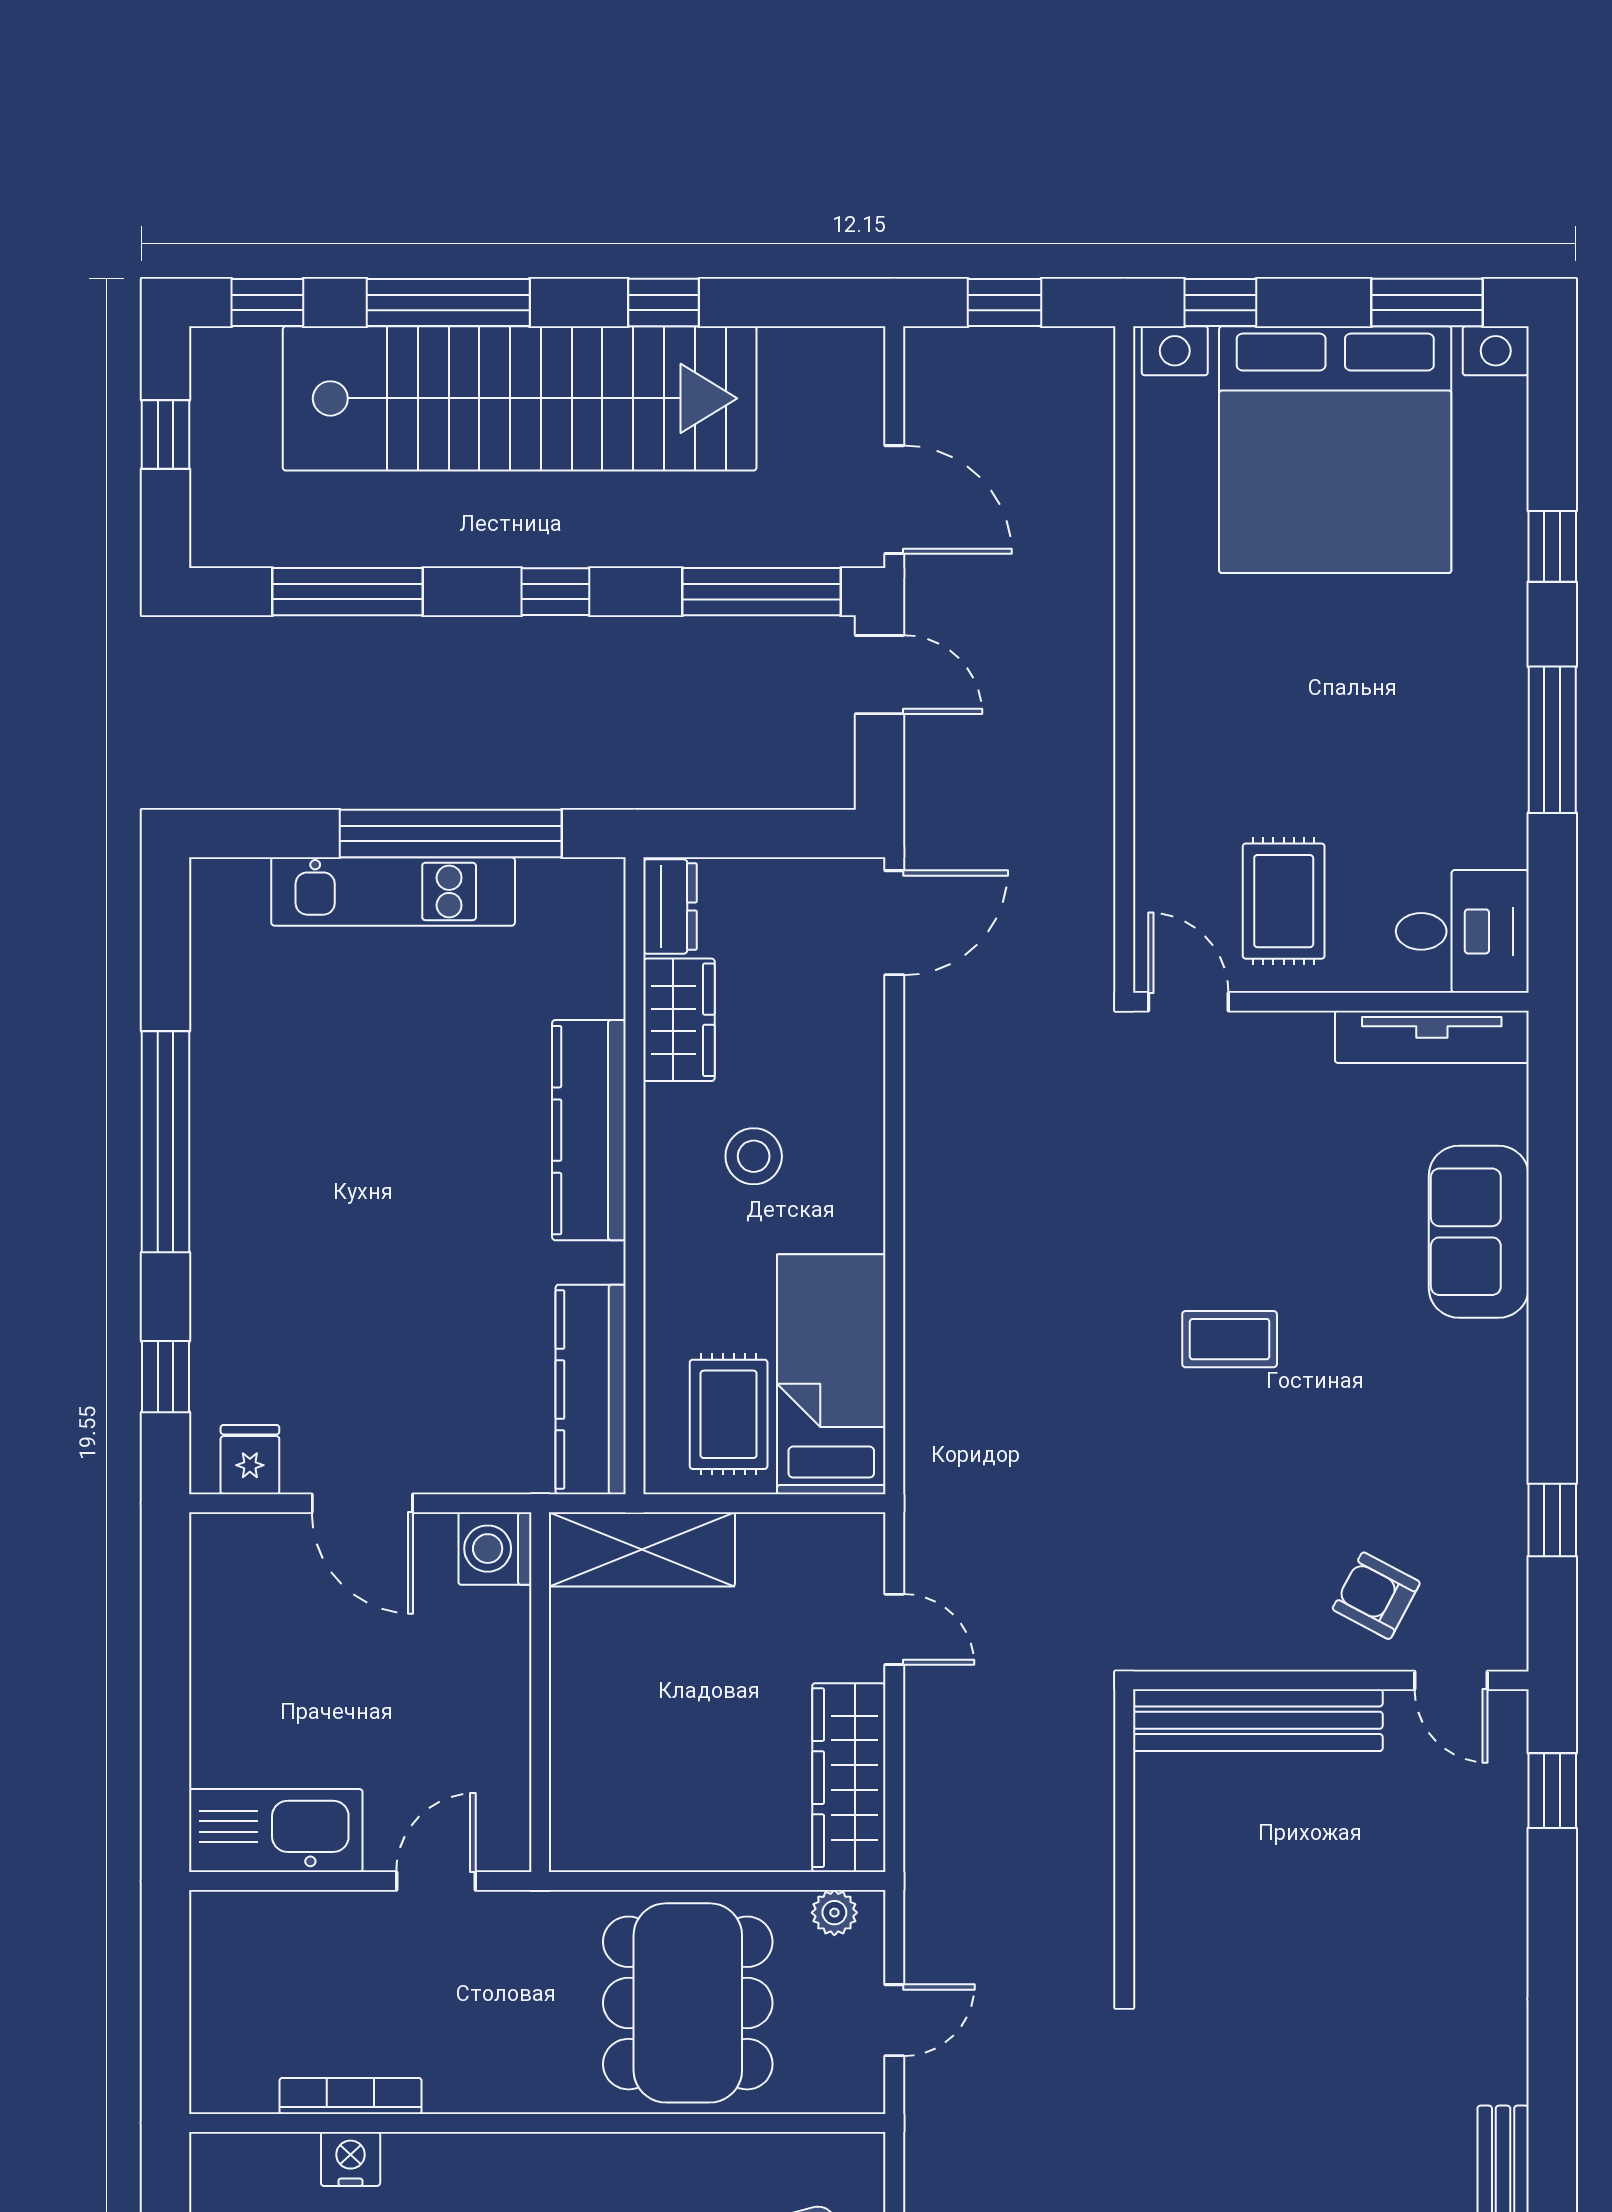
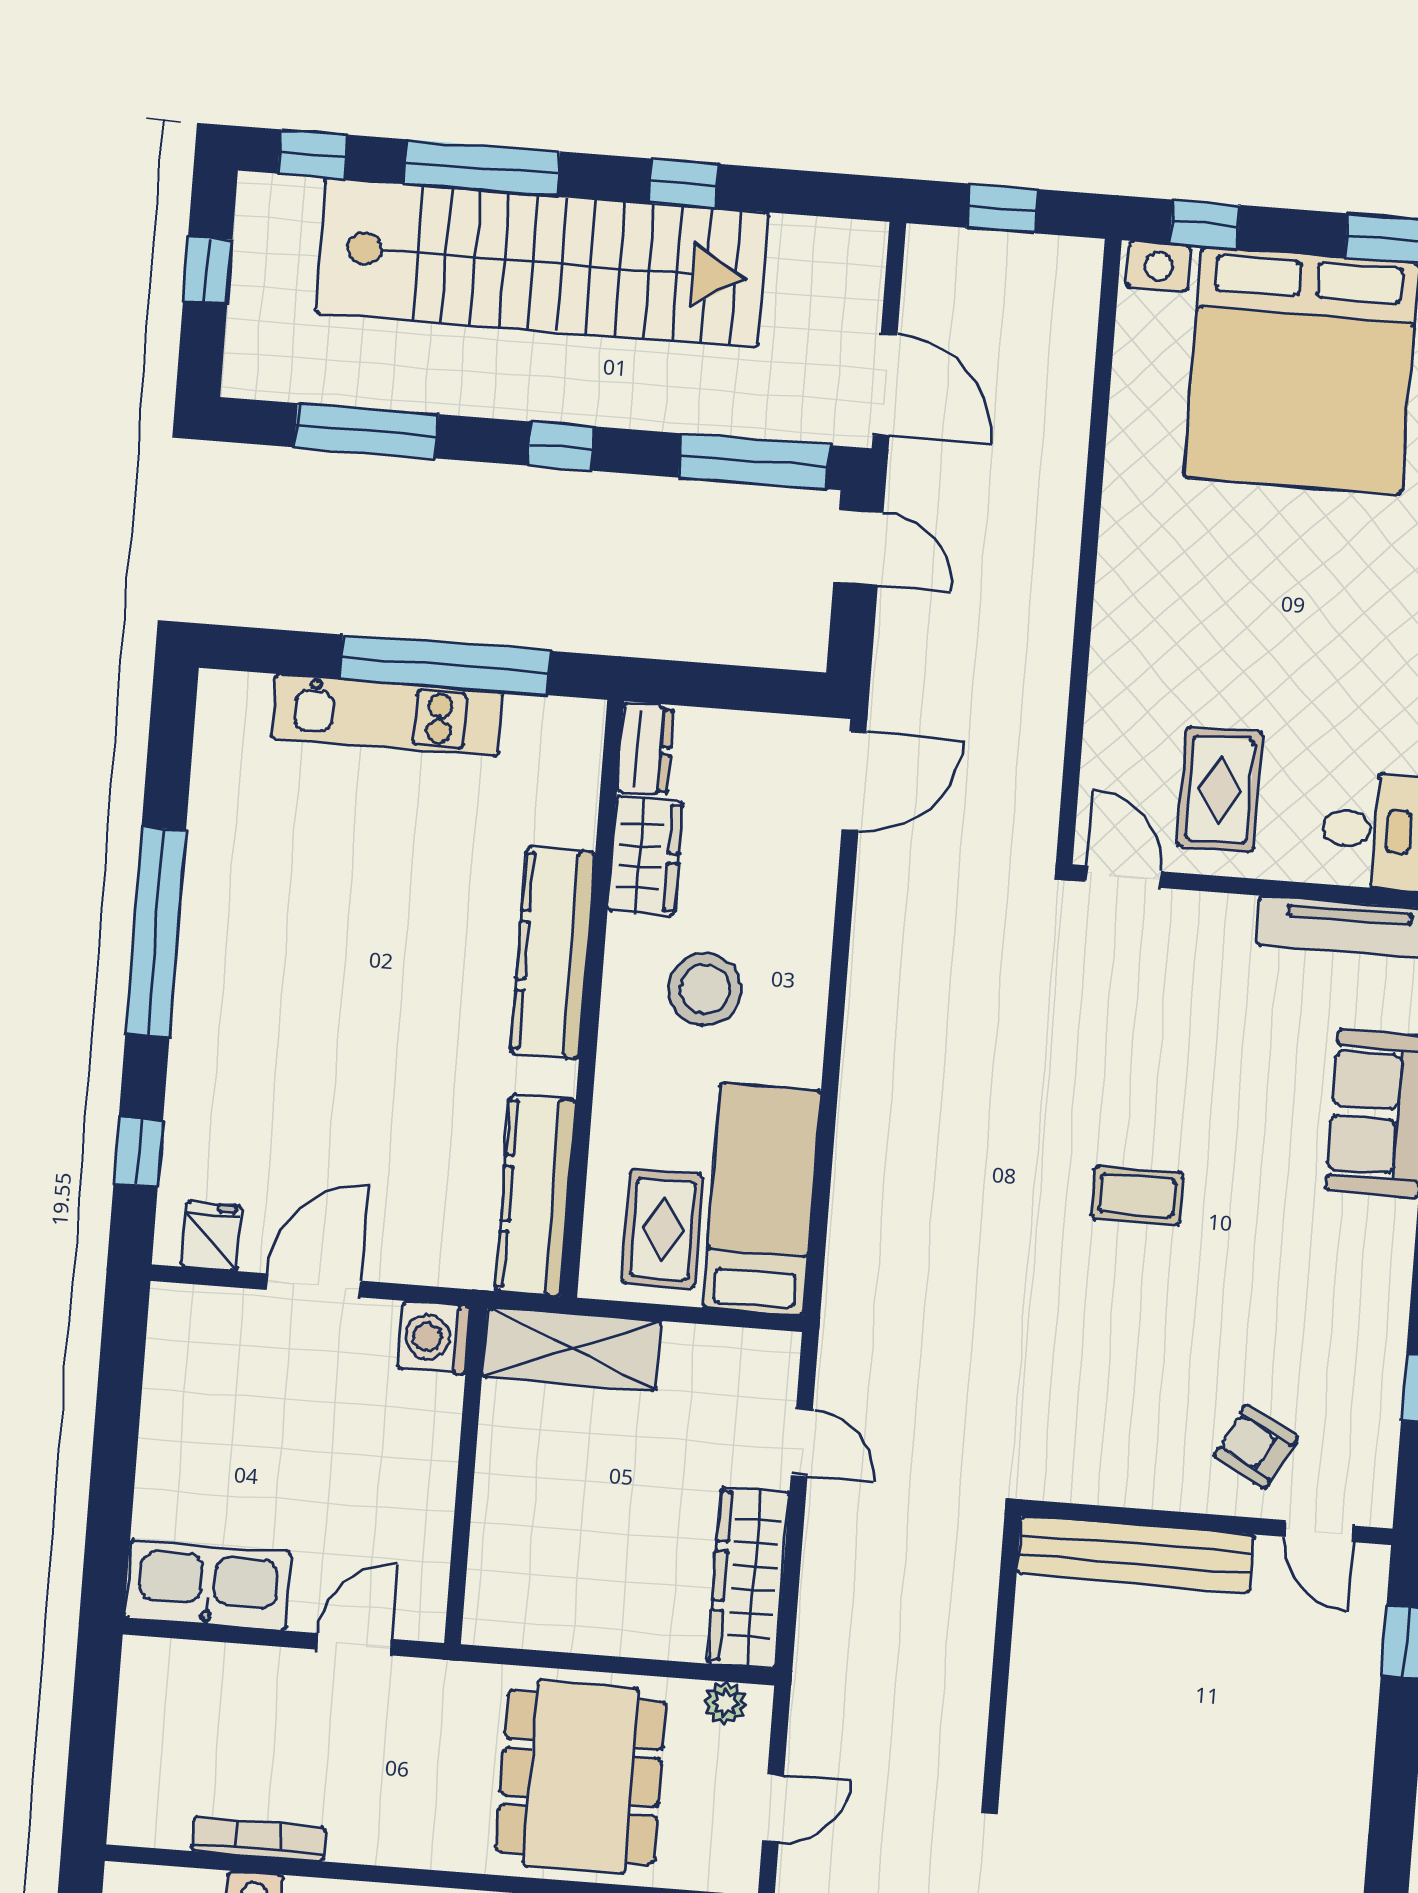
stool: (754, 1156) -> (705, 989), width x1.38, depth x1.38
door: (362, 1503) -> (313, 1285), swing flipped

